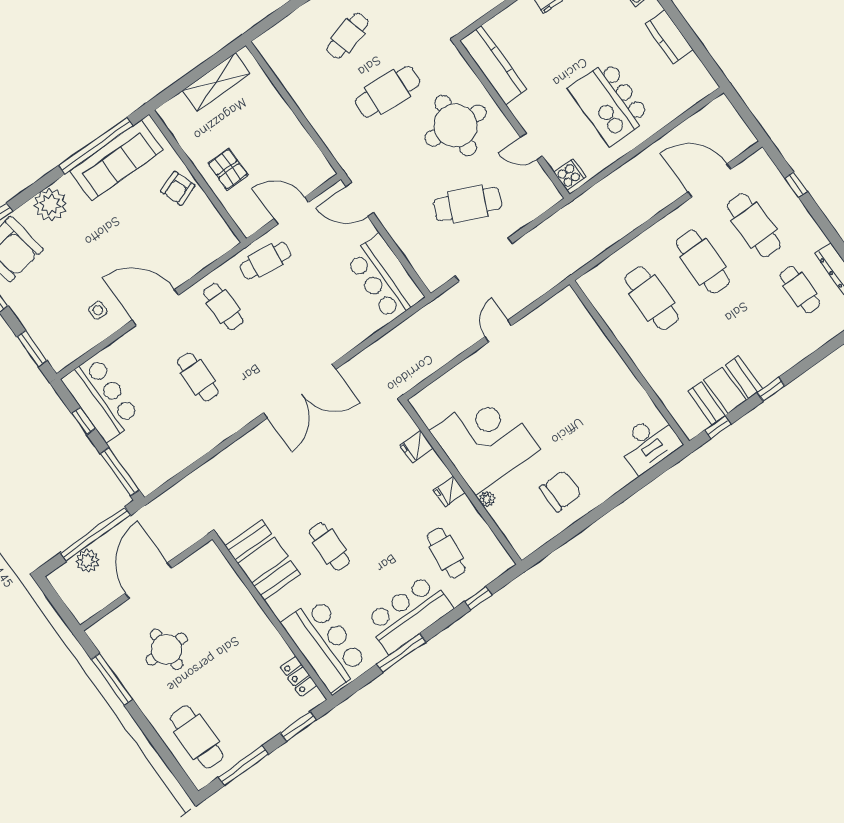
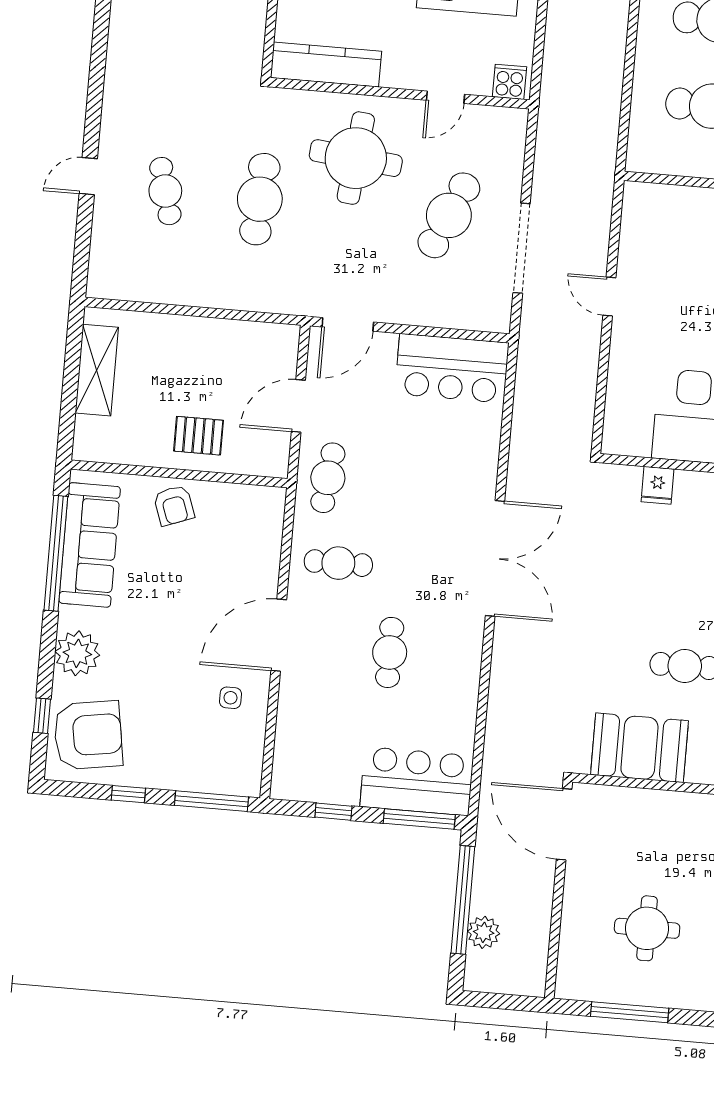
window: (32, 348) -> (212, 801), width x1.44
cafe table: (198, 377) -> (390, 652), turned 90
bar counter: (101, 399) -> (417, 781), moved
door: (148, 581) -> (564, 824), moved

